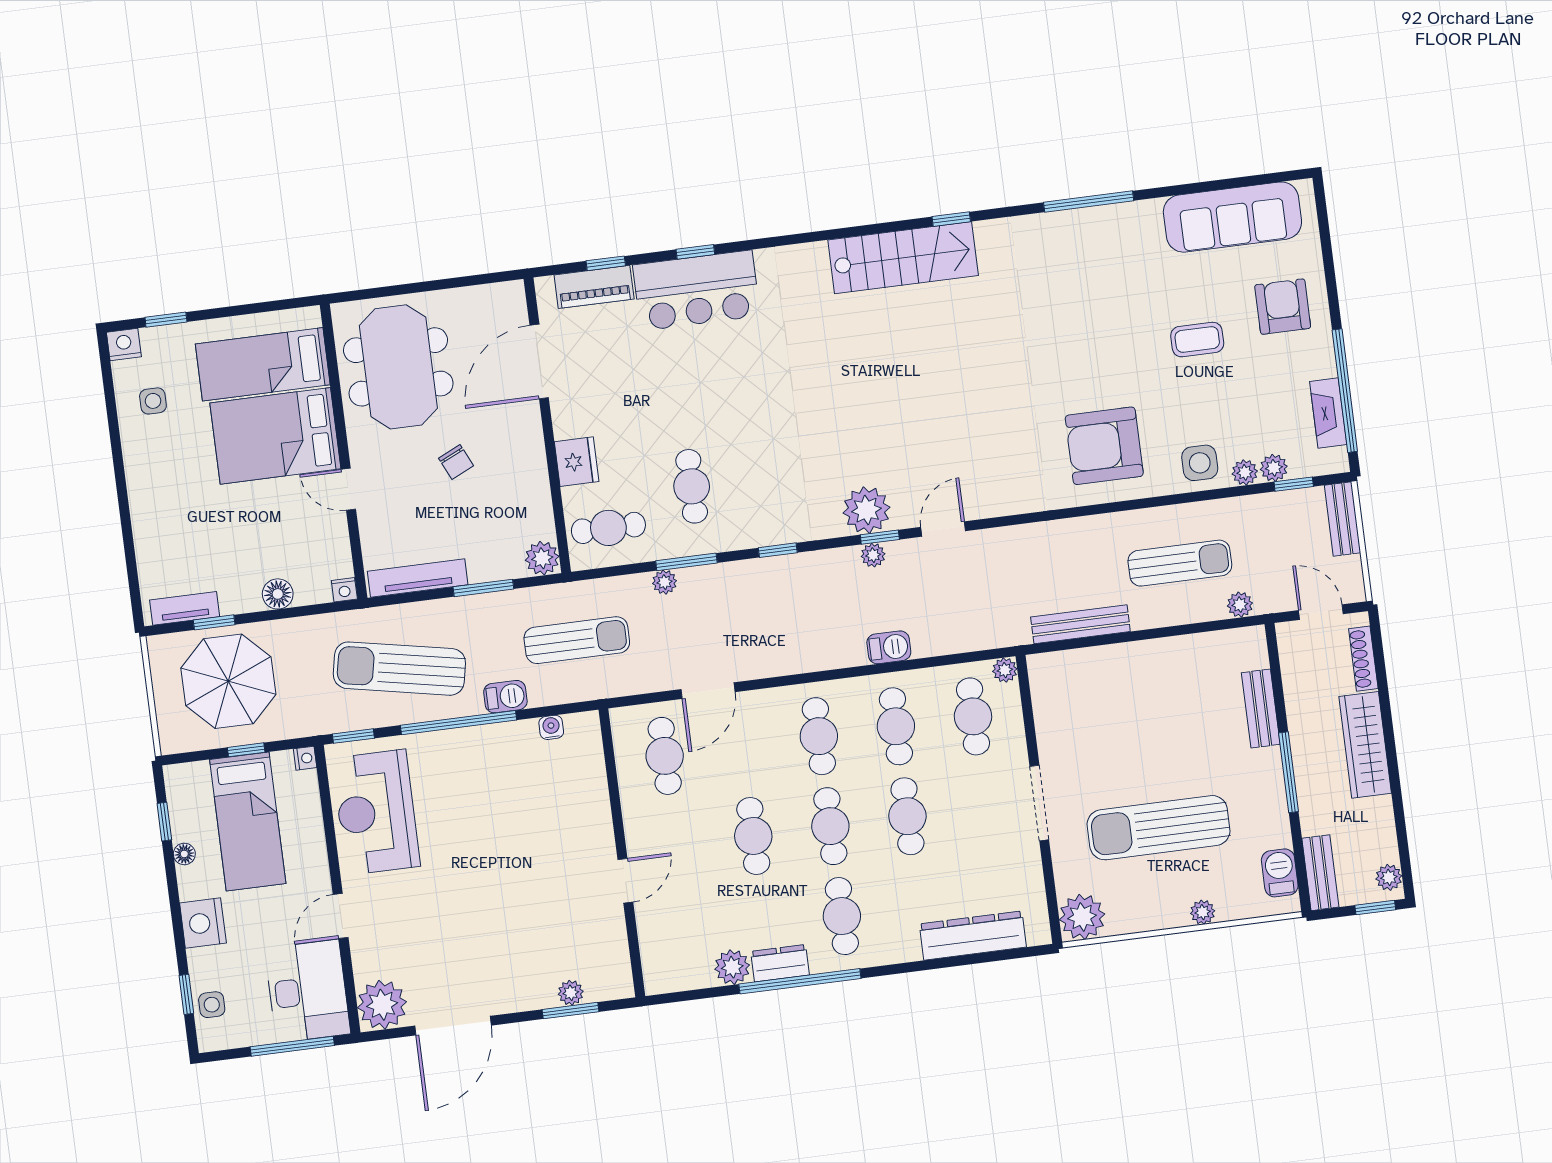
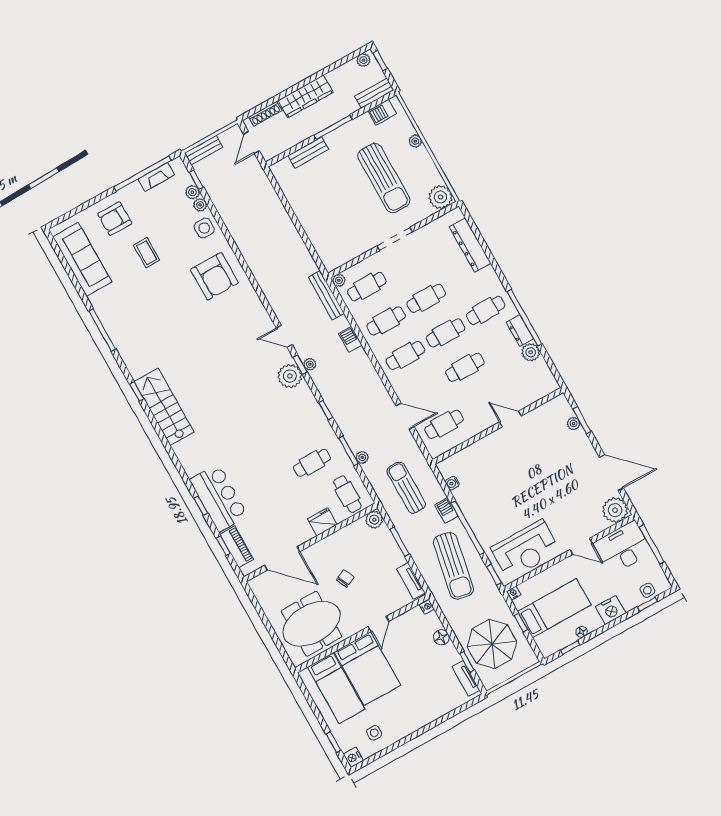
sun lounger: (1180, 563) -> (255, 218), removed
tv unit: (418, 578) -> (411, 581), width x0.71
plant: (1240, 605) -> (263, 182), removed
bench: (1080, 624) -> (326, 295), moved

